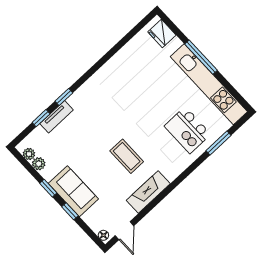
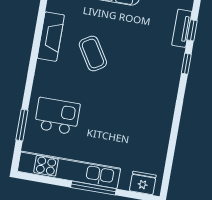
tv unit: (57, 117) -> (182, 28), moved
coffee table: (127, 156) -> (93, 53), turned 58

